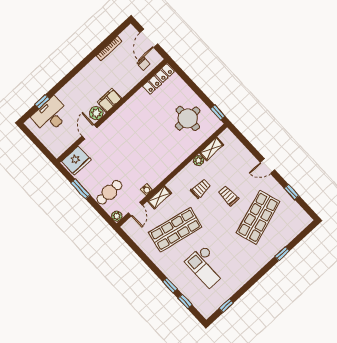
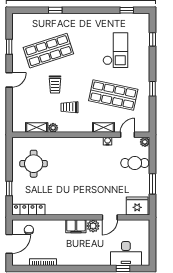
window: (218, 112) -> (9, 188), moved
door: (268, 166) -> (9, 80), hinge flipped
window: (170, 285) -> (153, 89), moved

